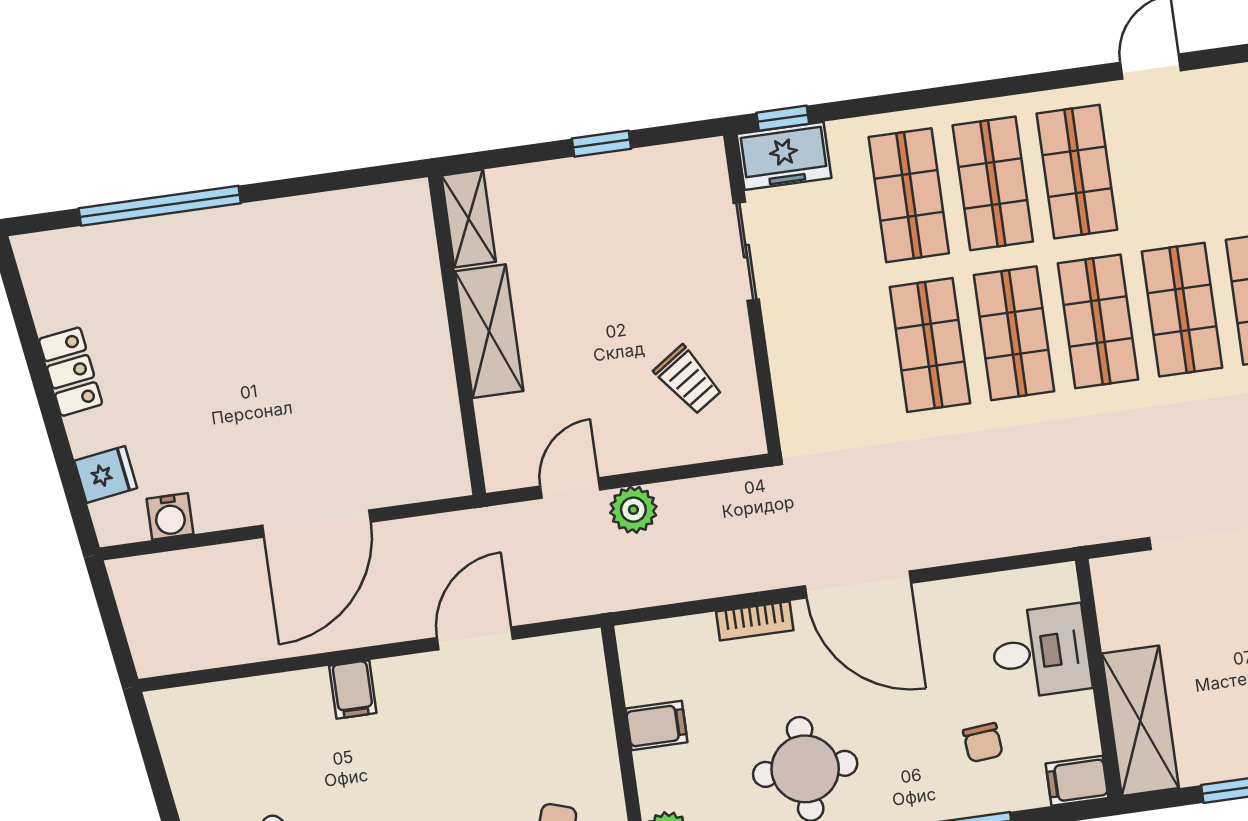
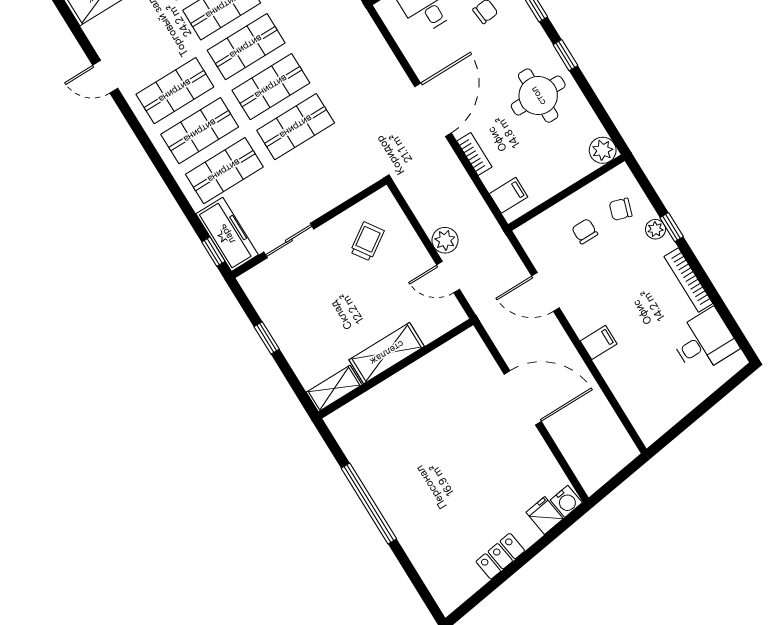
freezer: (784, 156) -> (227, 234), width x1.40
window: (160, 206) -> (369, 504), moved
water cooler: (170, 516) -> (566, 501), moved, turned 82
filing cabinet: (657, 725) -> (509, 195), moved, turned 90
chair: (547, 747) -> (585, 231), added

